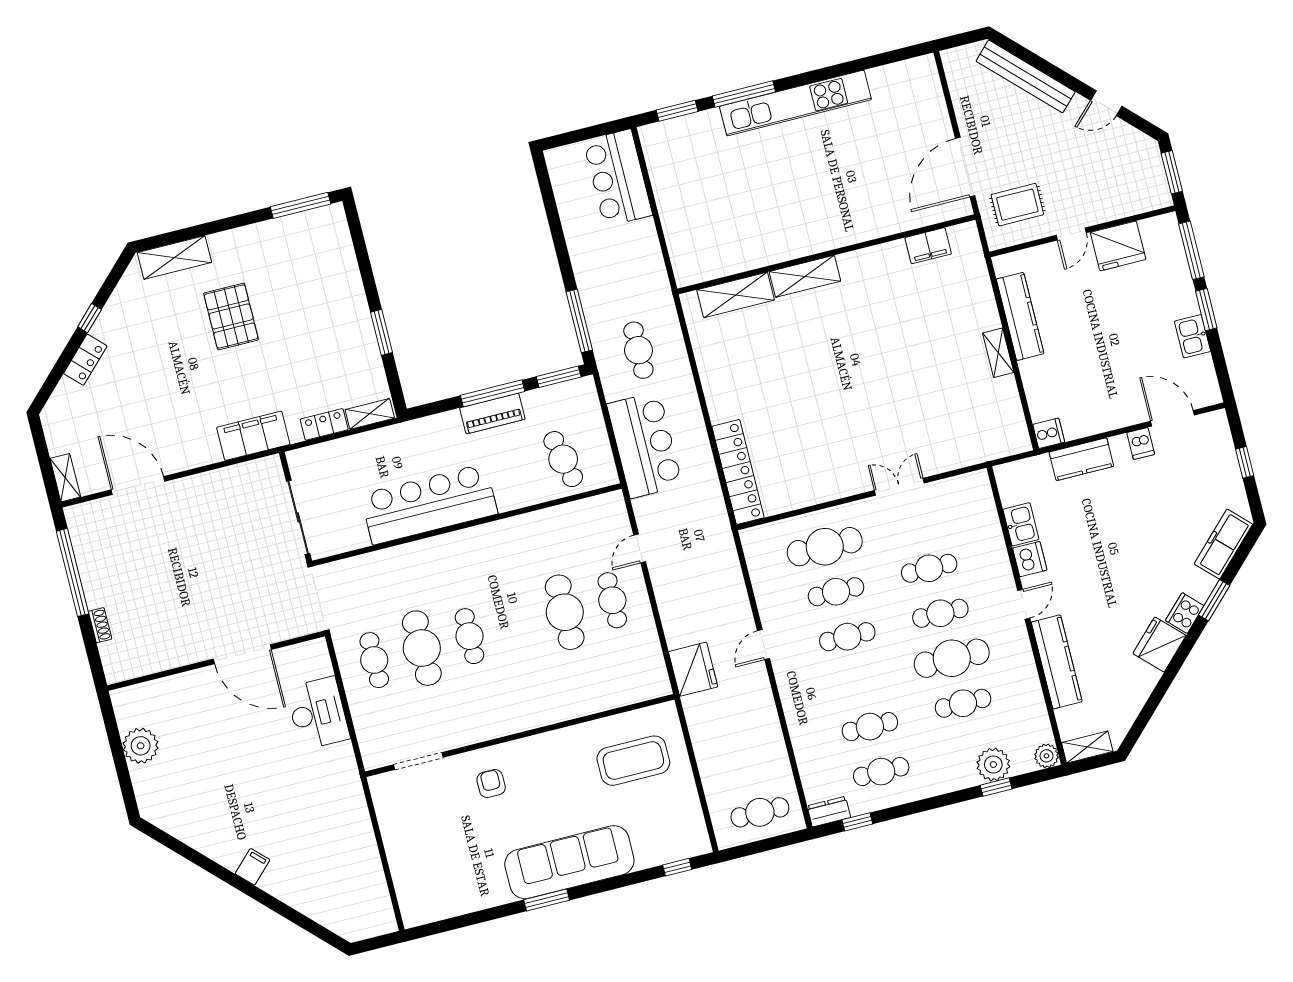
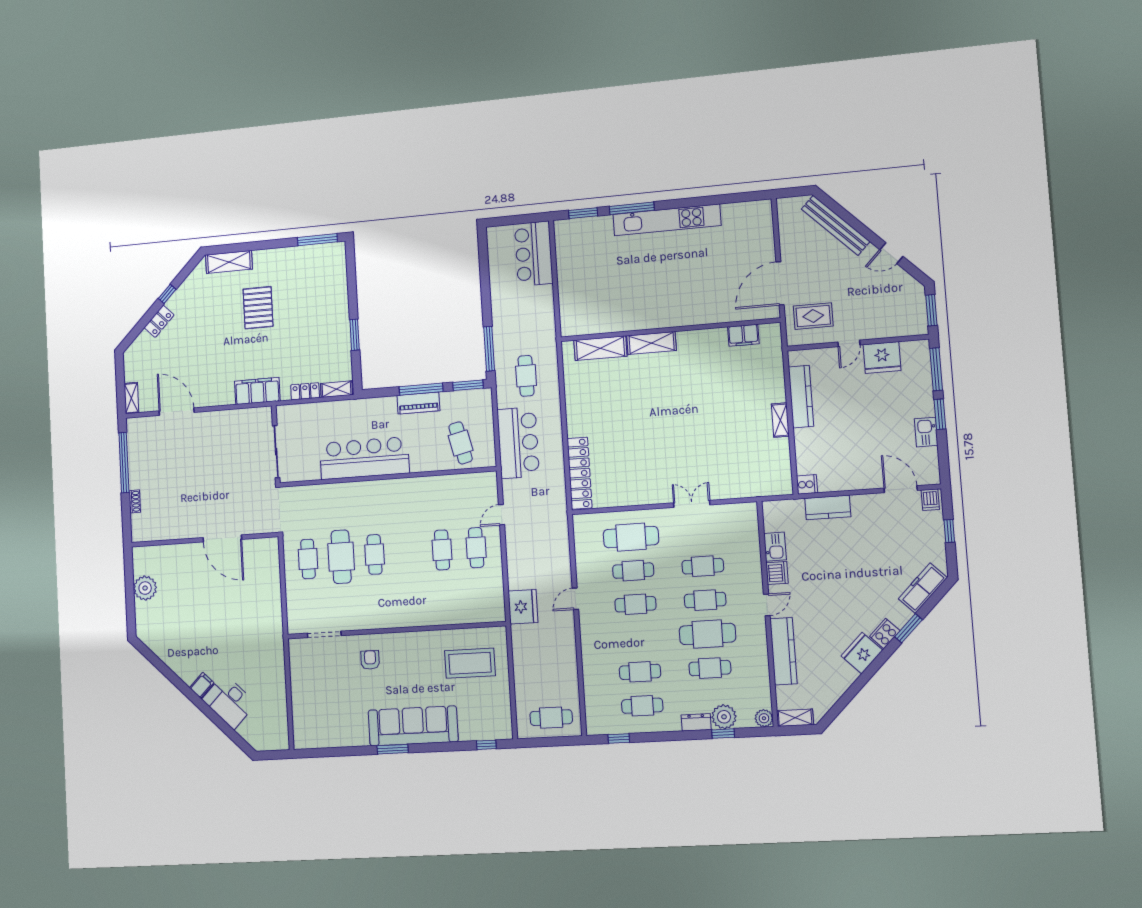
dishwasher: (1141, 443) -> (930, 500), moved
cafe table: (565, 612) -> (442, 550), width x0.73, depth x0.74
desk: (318, 713) -> (229, 701), moved, turned 135
dresser: (829, 812) -> (696, 722), moved

